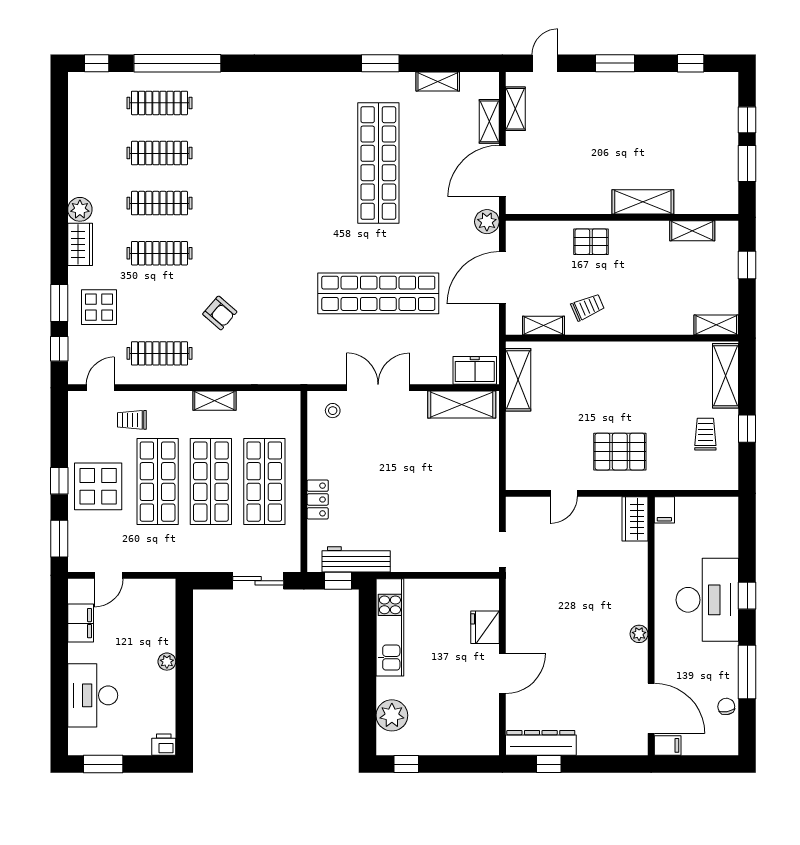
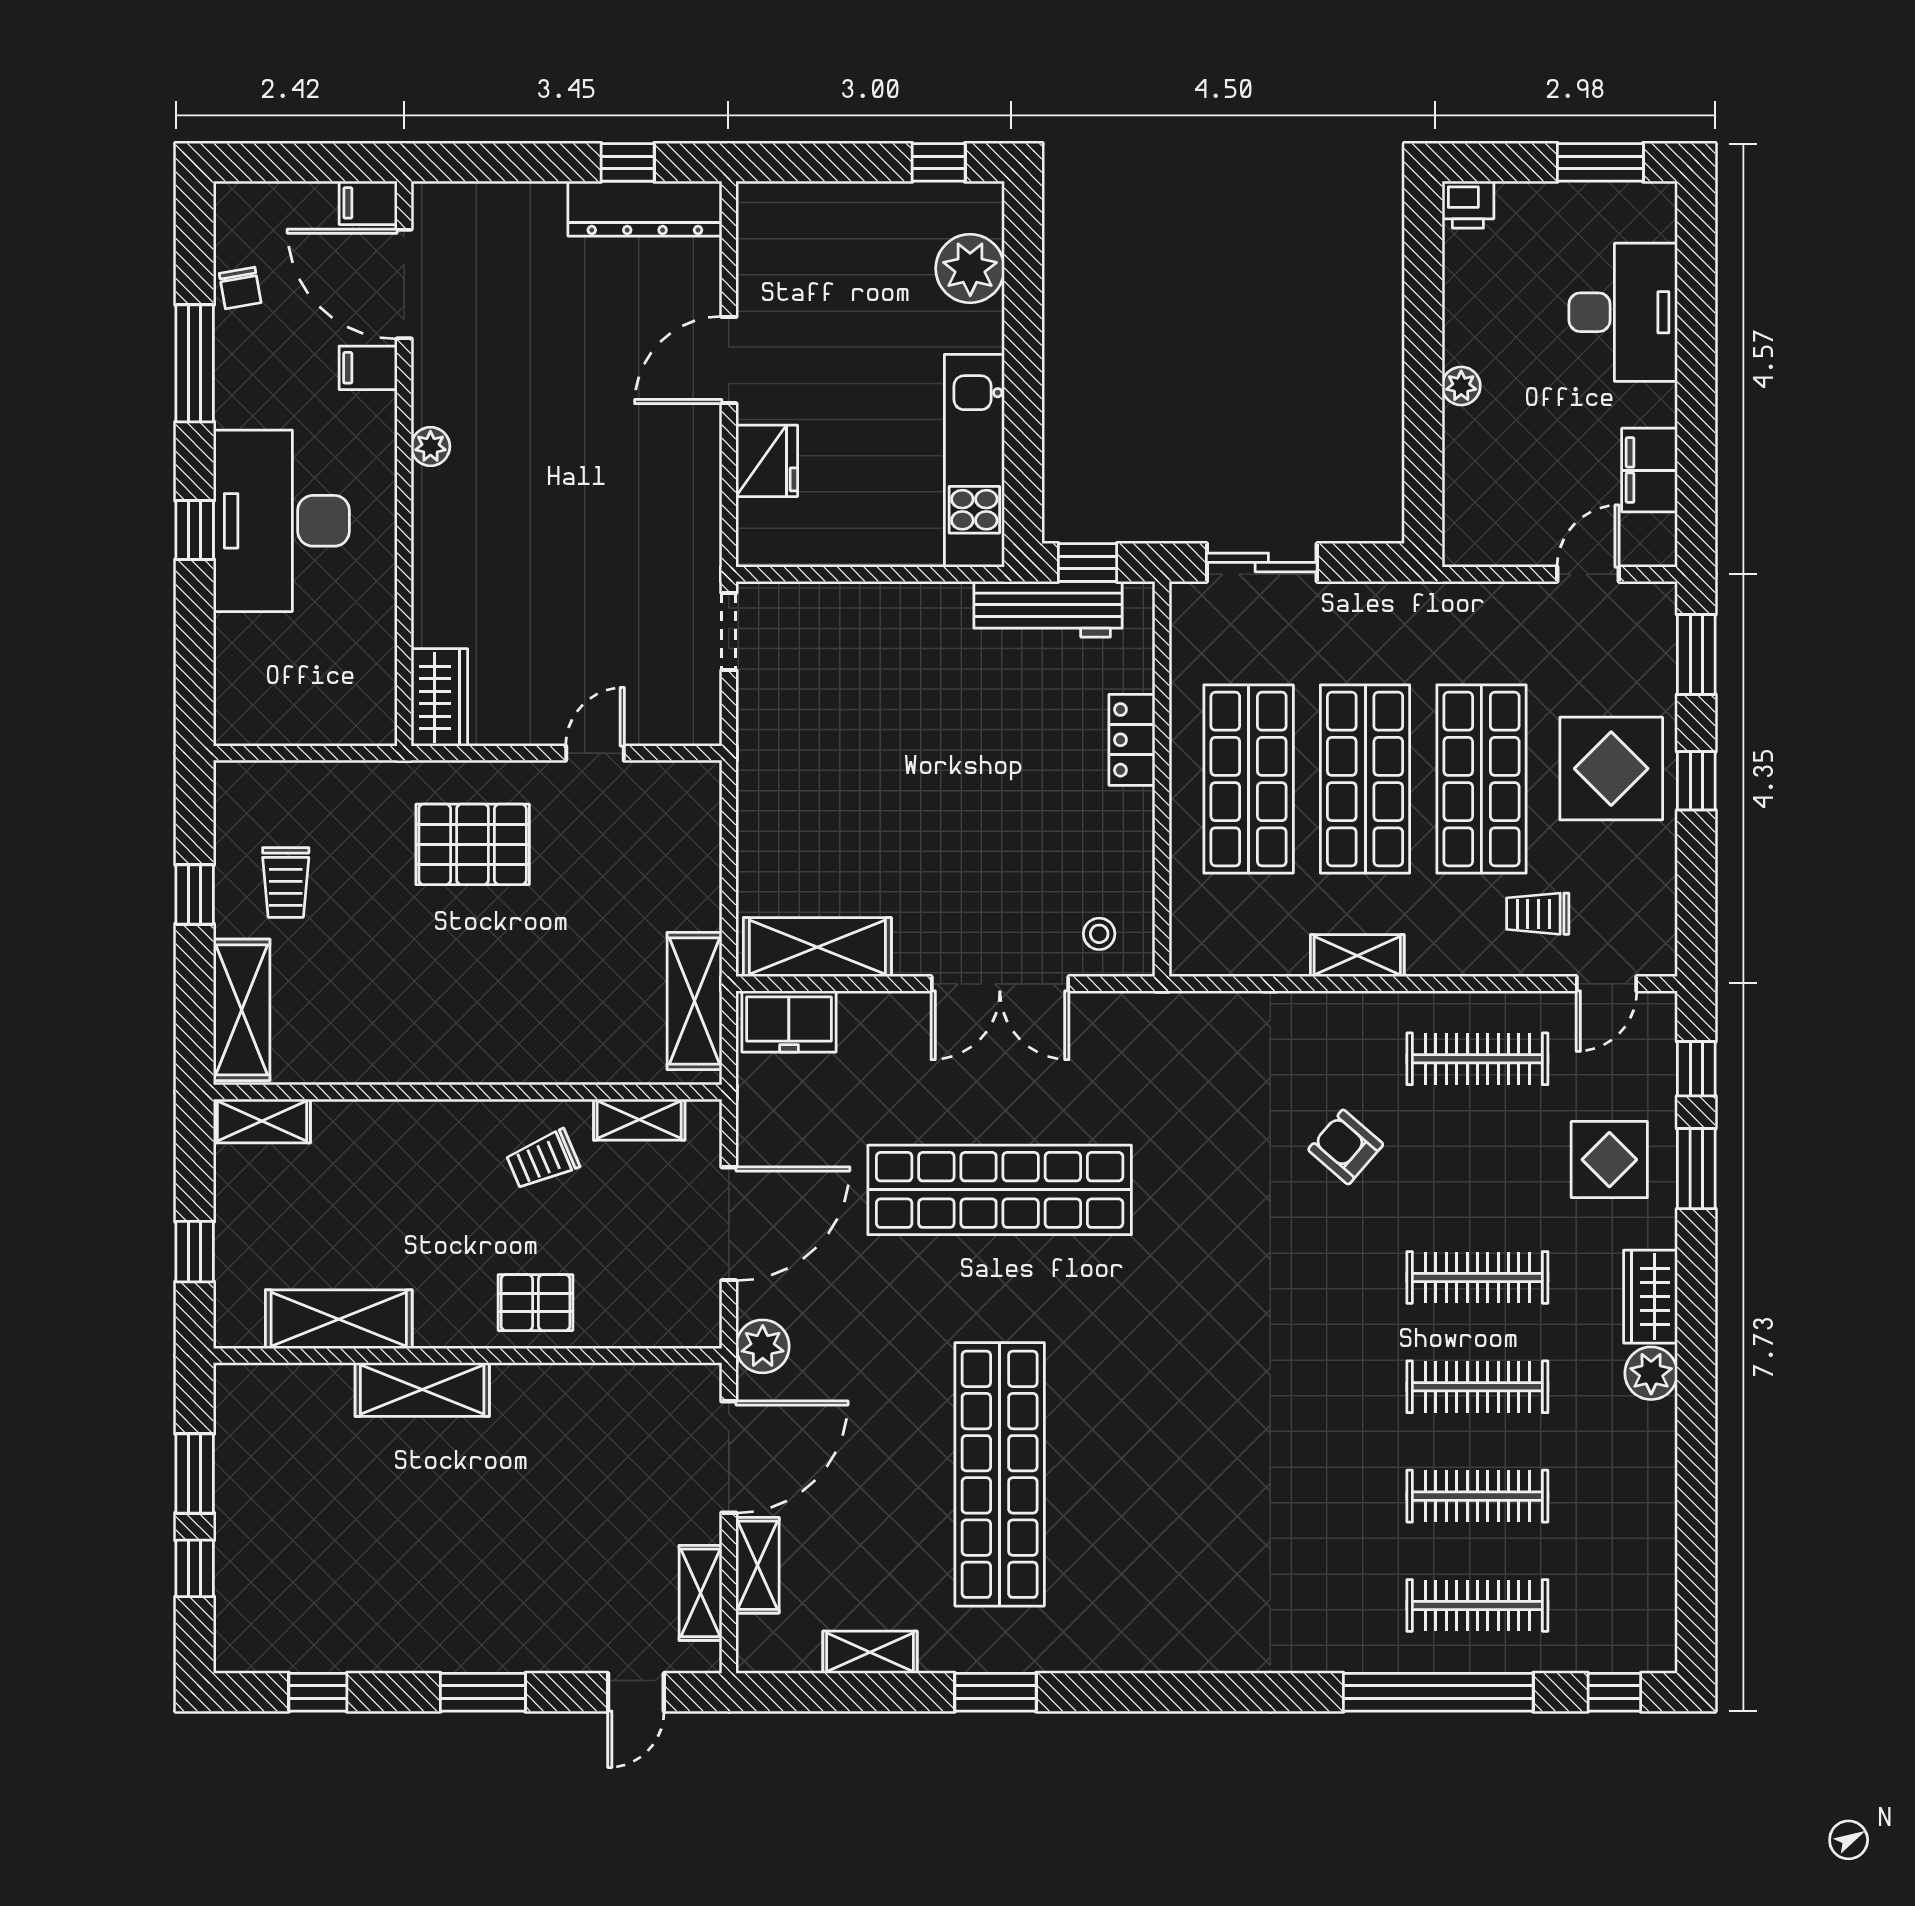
shelving: (692, 231) -> (339, 1319), width x1.50, depth x1.33
trolley: (132, 420) -> (1538, 914), turned 180
filing cabinet: (664, 510) -> (368, 368), moved, turned -90

